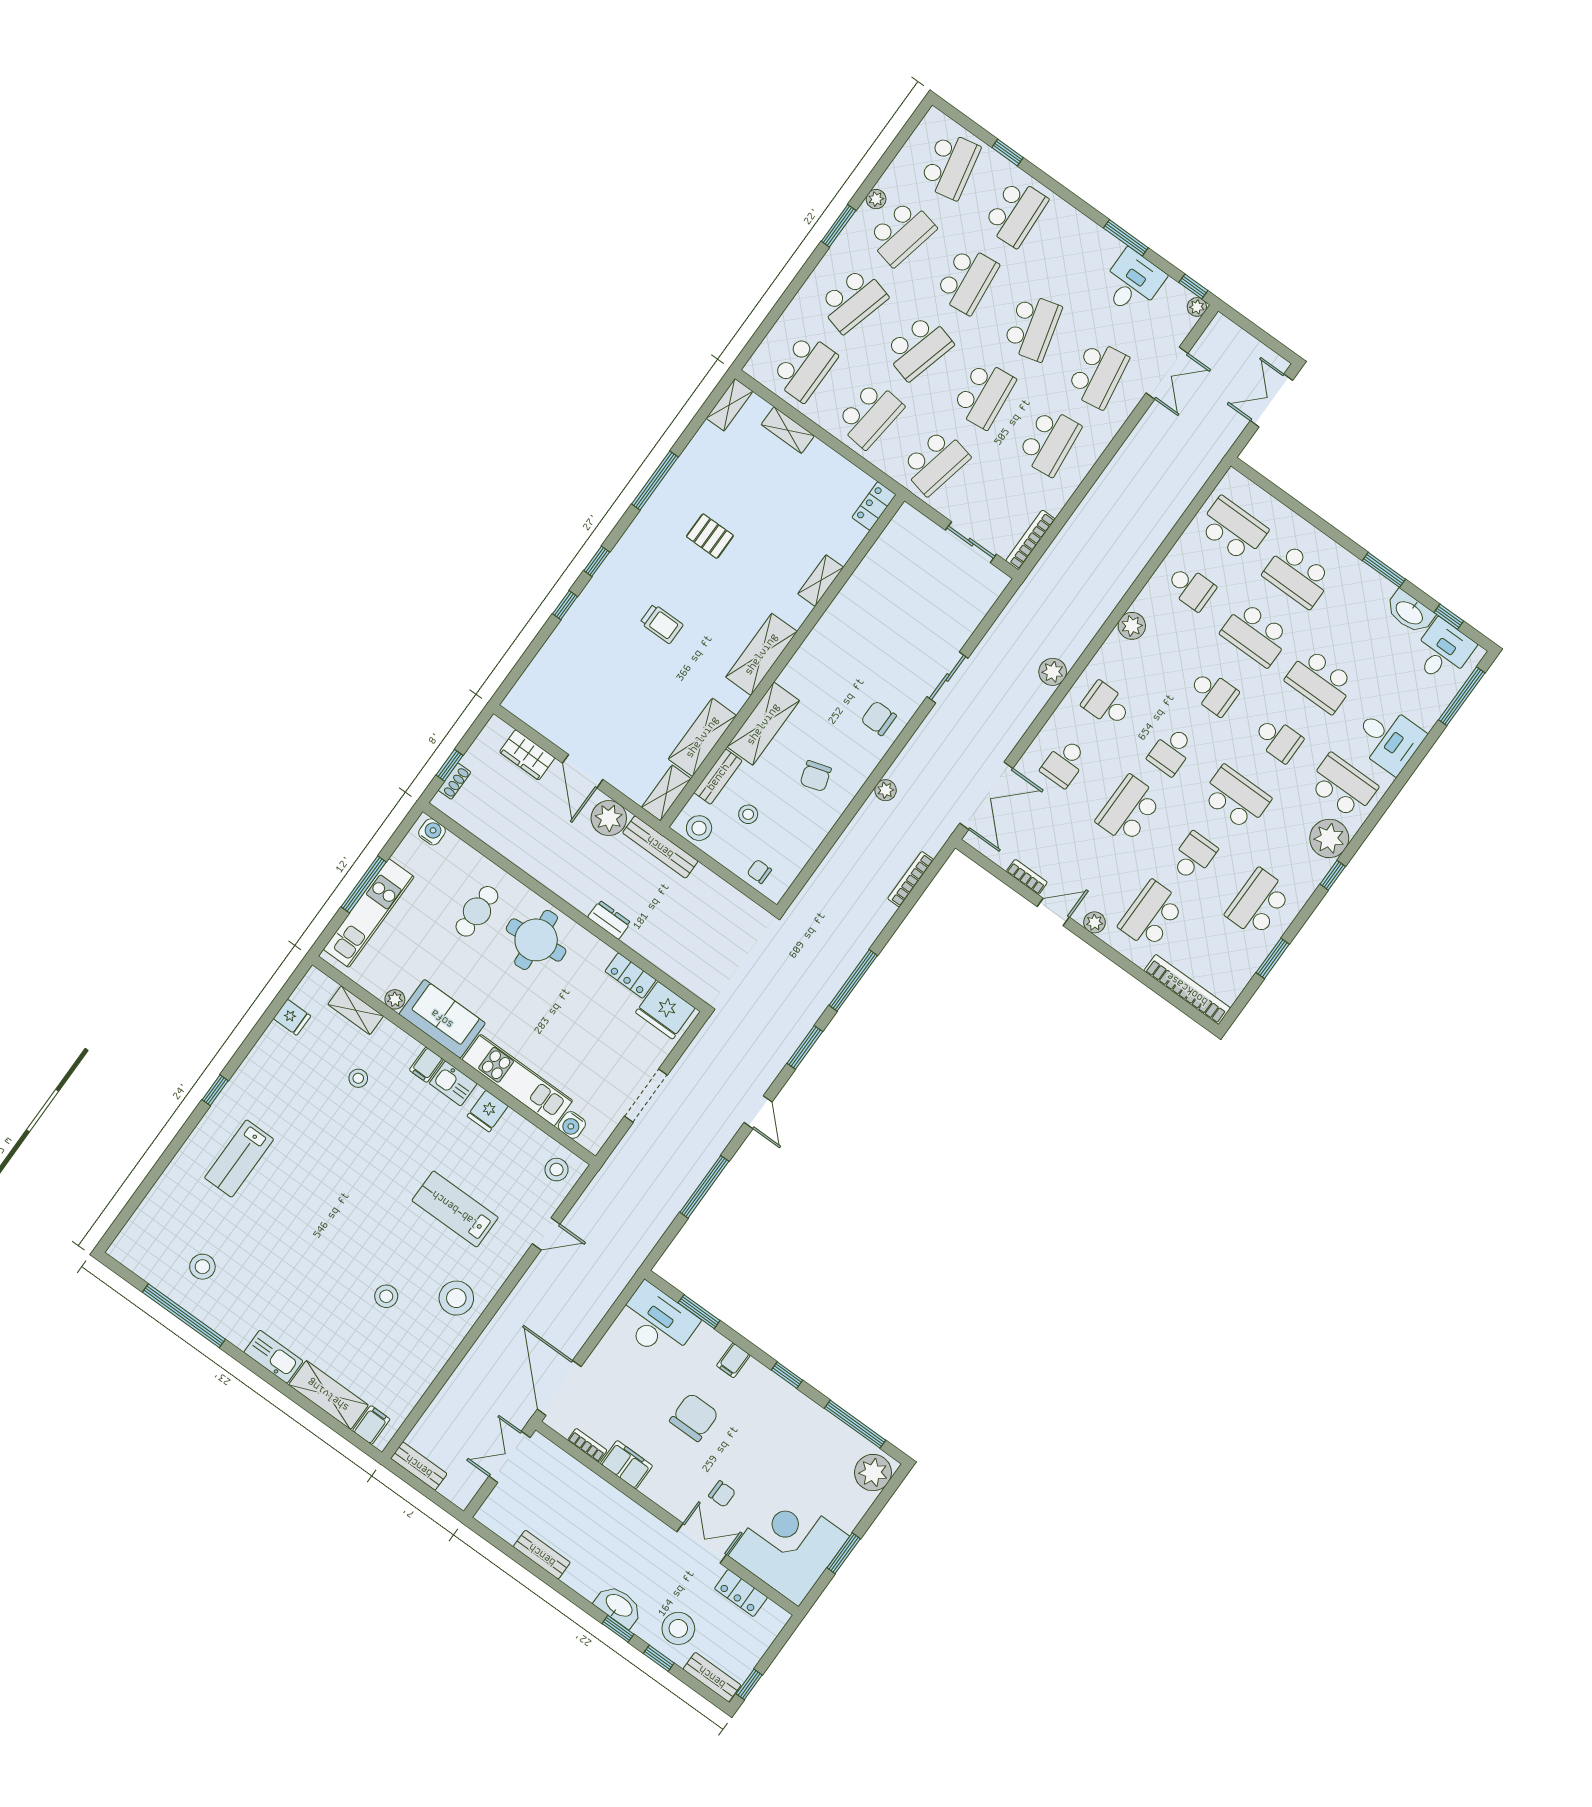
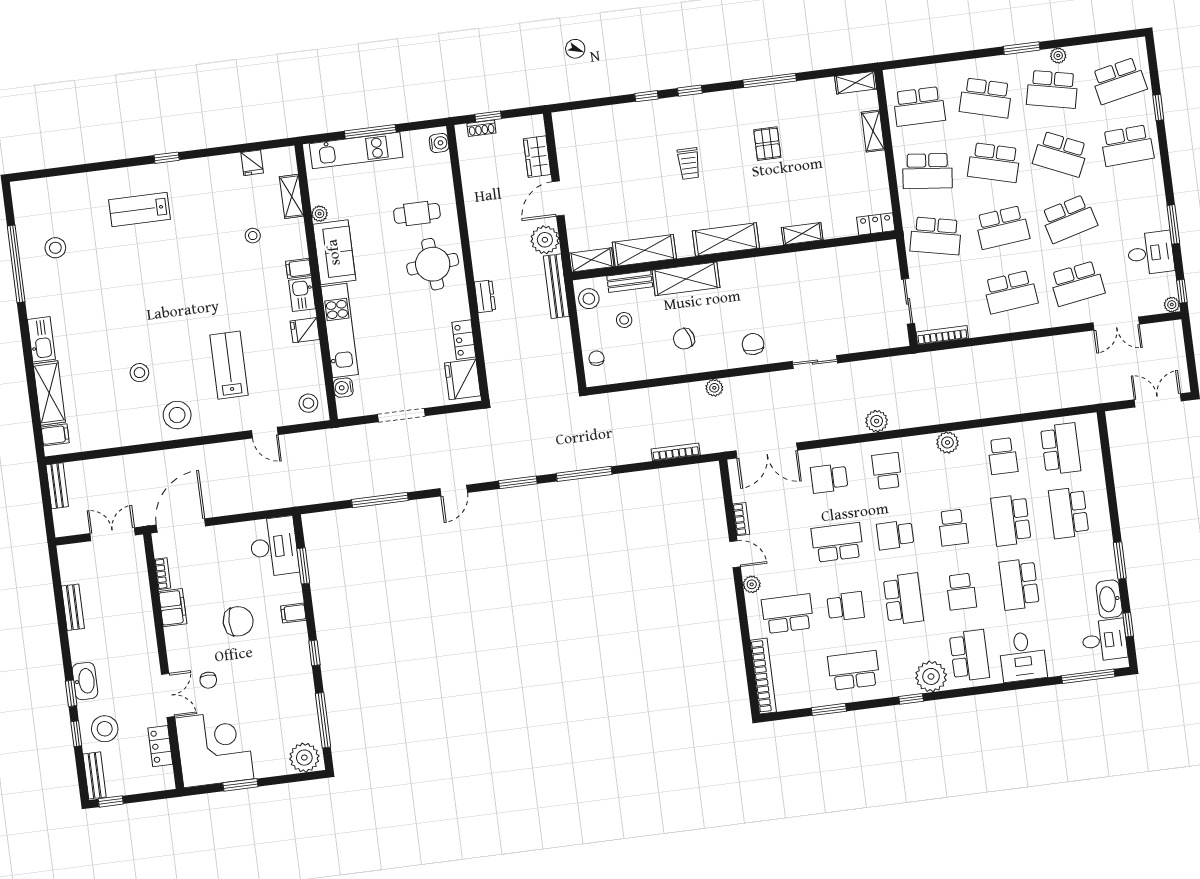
school desk: (967, 280) -> (1061, 154), turned 30

